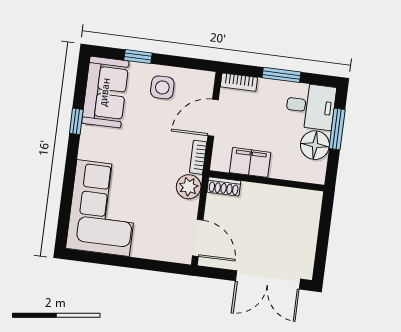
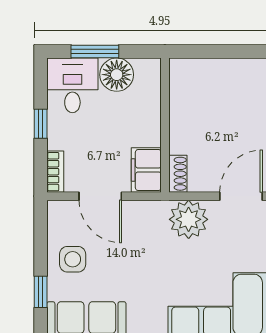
window: (281, 75) -> (41, 124), width x0.67
bookcase: (198, 157) -> (148, 208), removed
filing cabinet: (250, 162) -> (146, 170), moved
plant: (189, 187) -> (189, 219), width x1.36, depth x1.36

